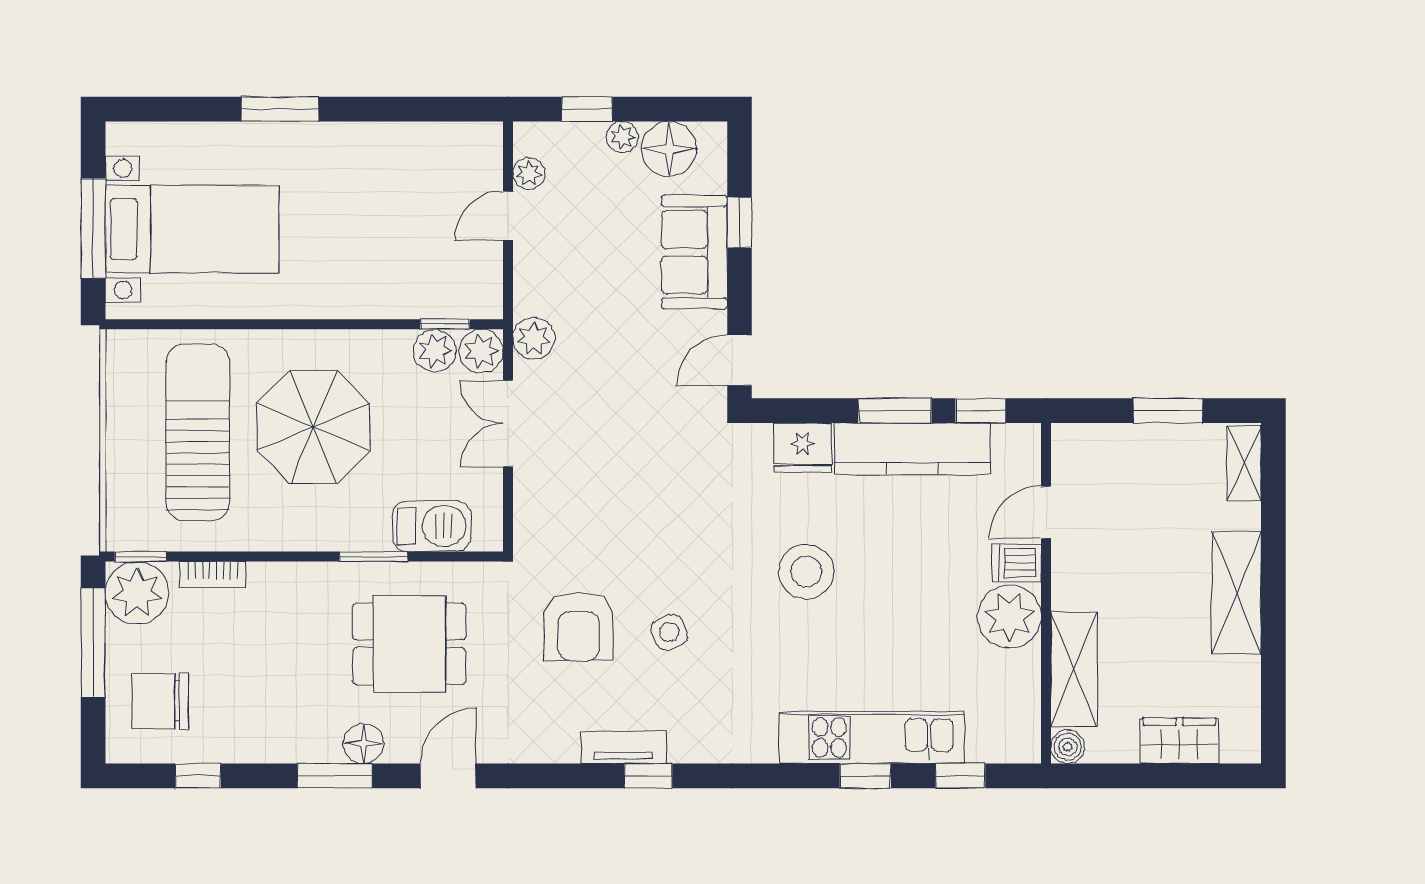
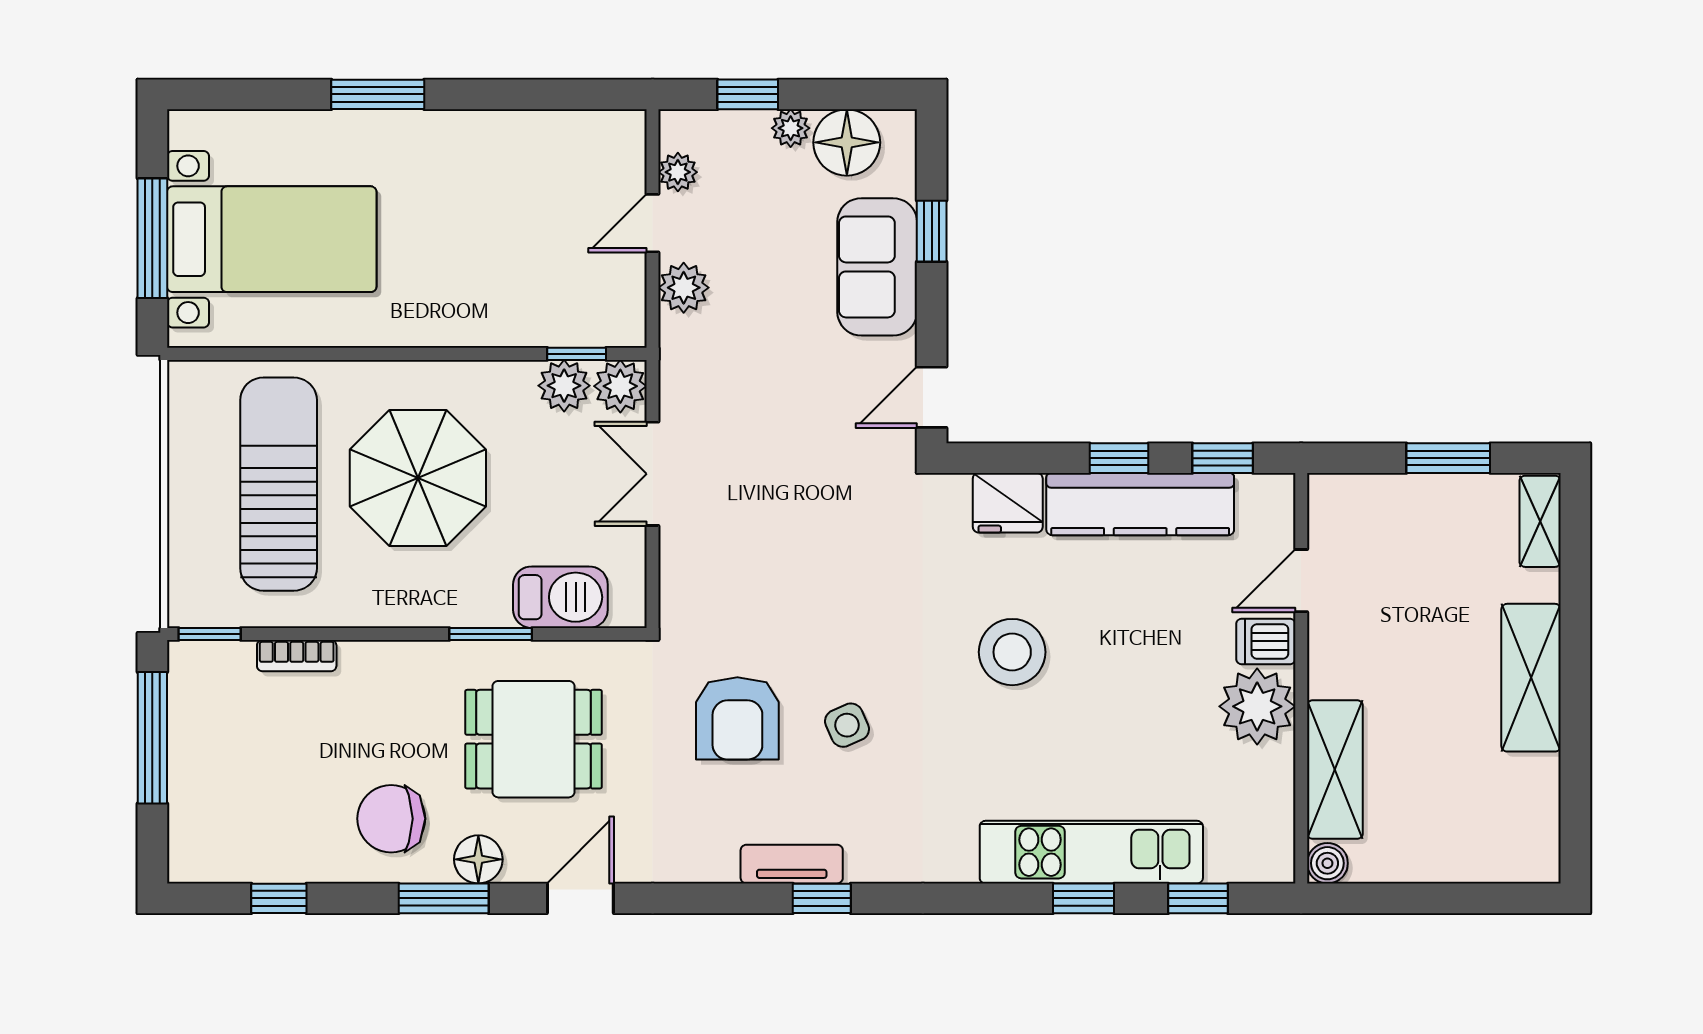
plant: (534, 338) -> (684, 288), moved
window: (895, 411) -> (1119, 458), width x0.67
plant: (137, 593) -> (205, 678), removed
chair: (160, 701) -> (391, 819), moved
wardrobe: (1179, 741) -> (1462, 856), removed

